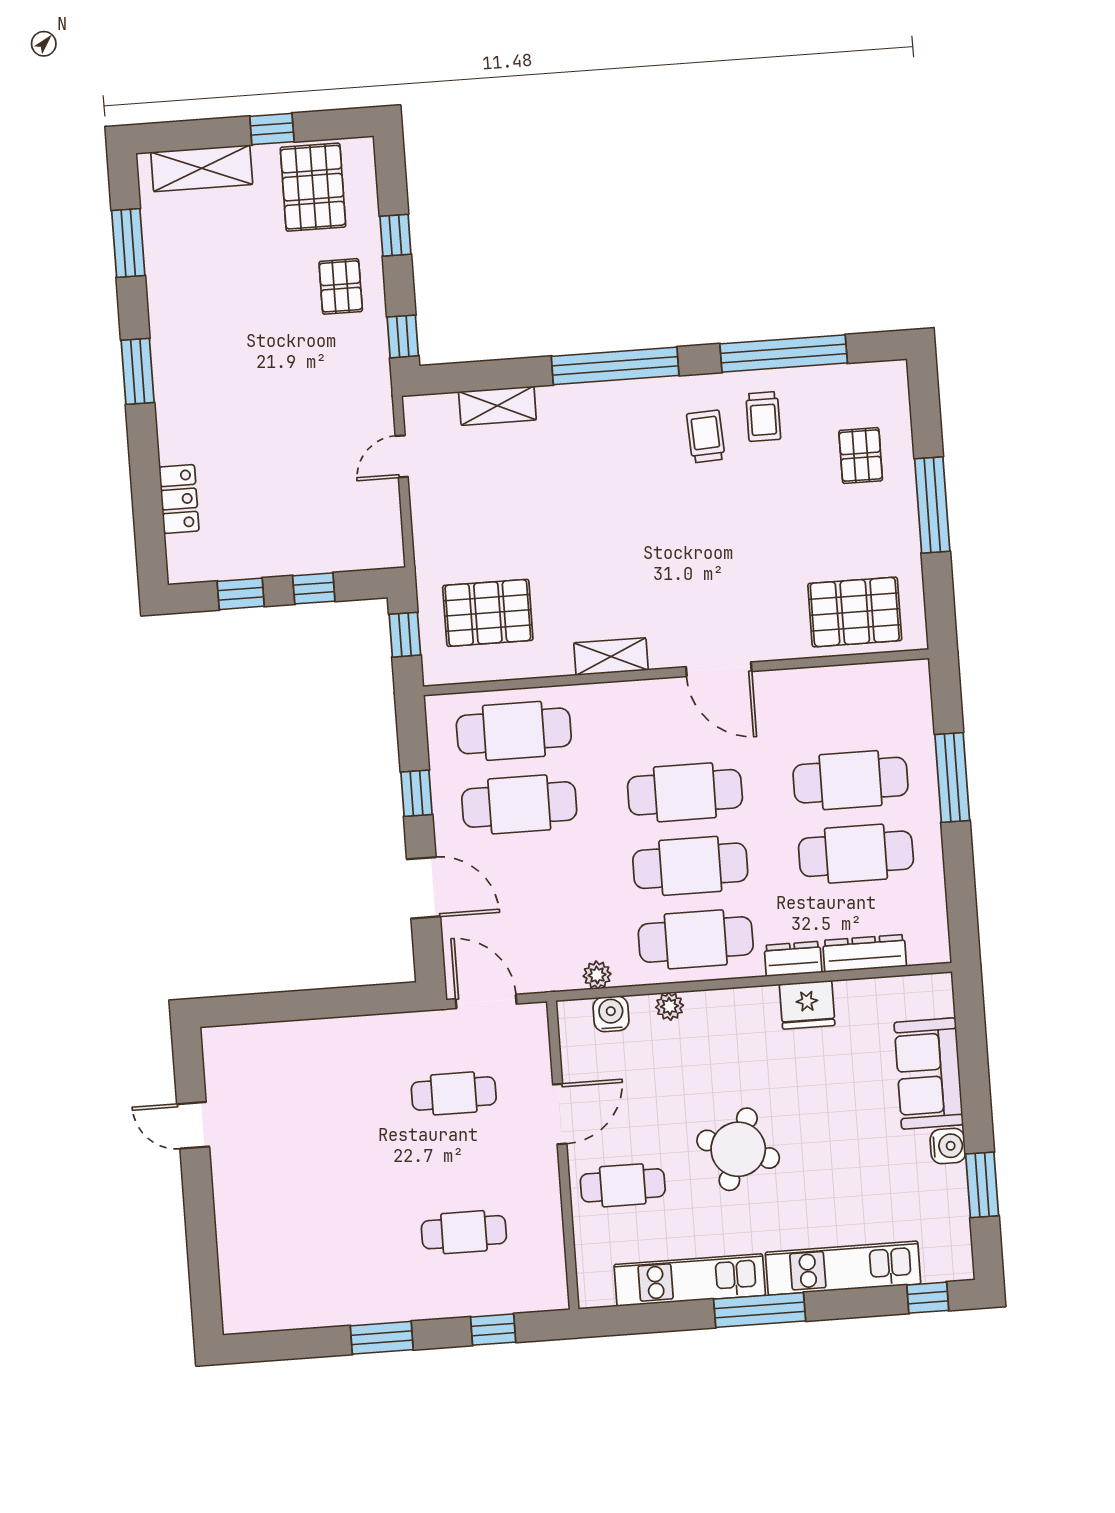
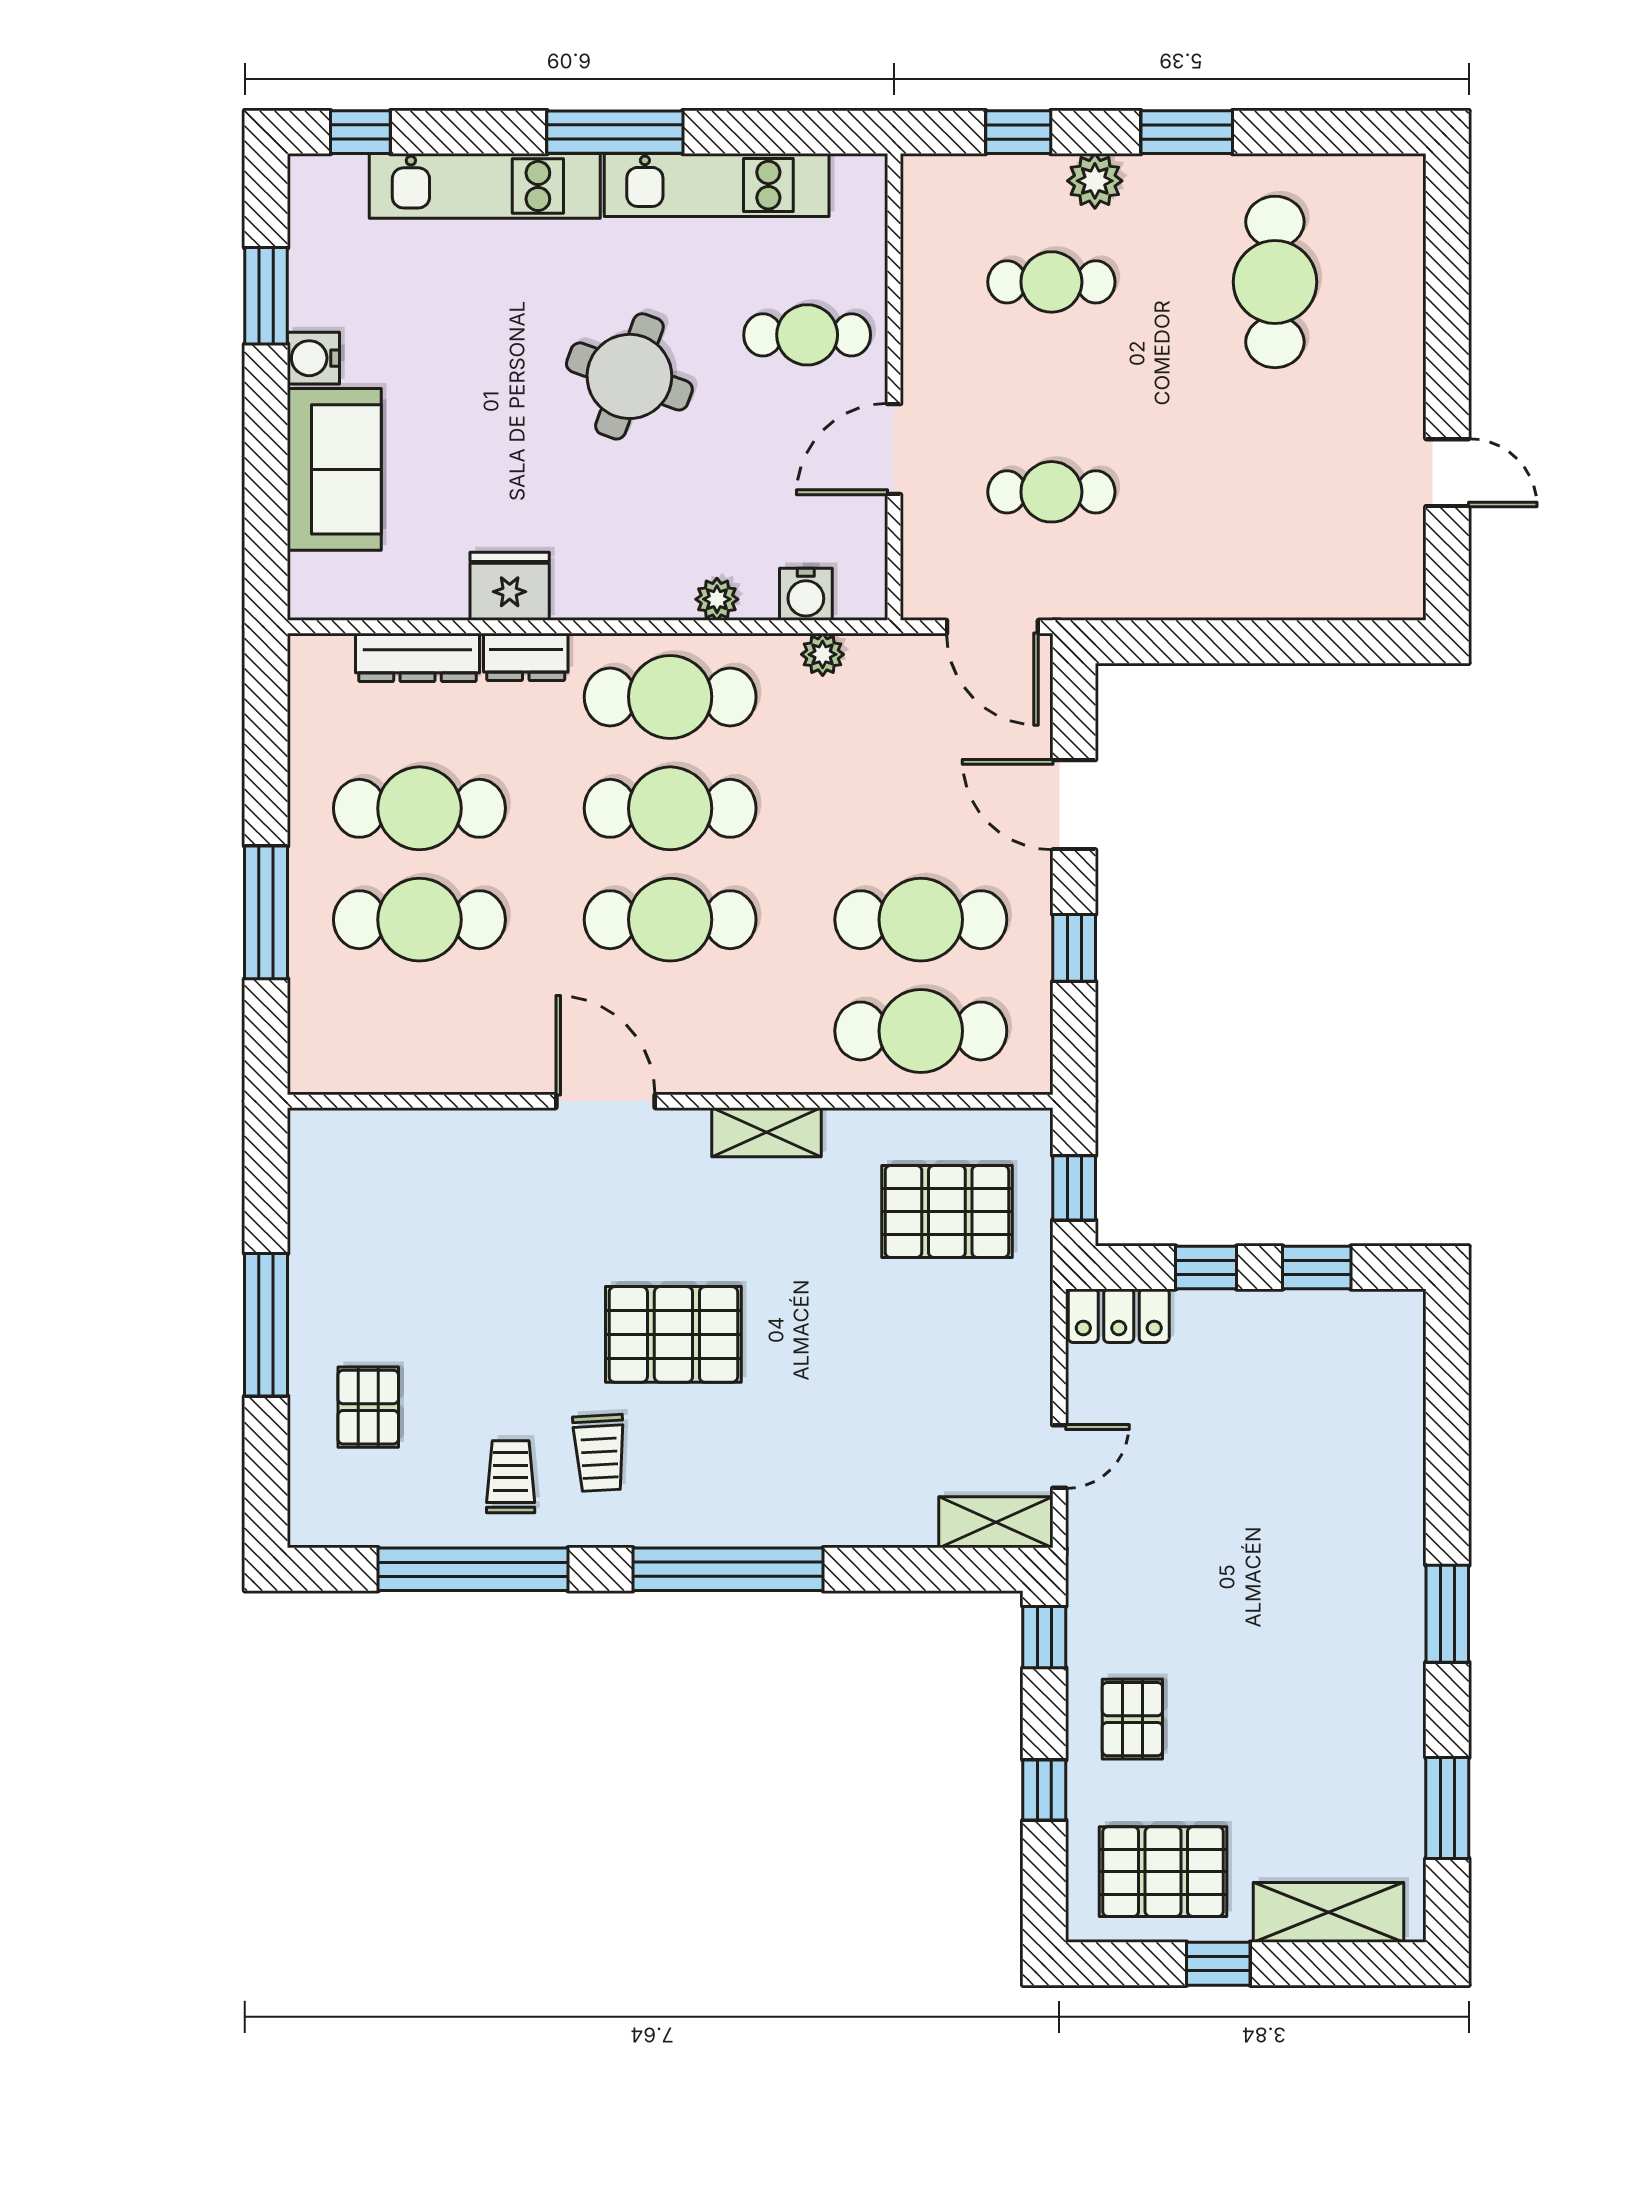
pallet: (313, 187) -> (1163, 1872), turned 90
shelving: (497, 406) -> (996, 1522), moved
locker: (179, 499) -> (1119, 1316), moved, turned -90
pallet: (855, 612) -> (673, 1334), moved
cafe table: (316, 1243) -> (1275, 282), added
plant: (440, 1301) -> (1095, 181), added

